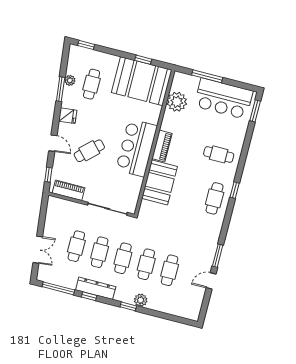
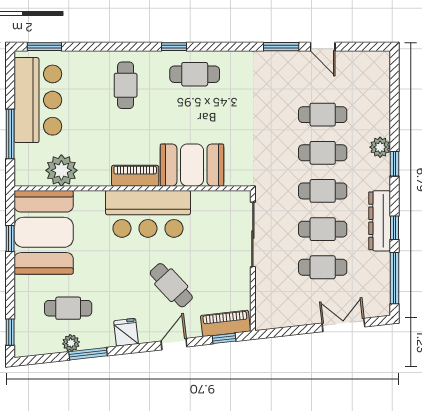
piano: (69, 190) -> (226, 323), moved, turned 84

